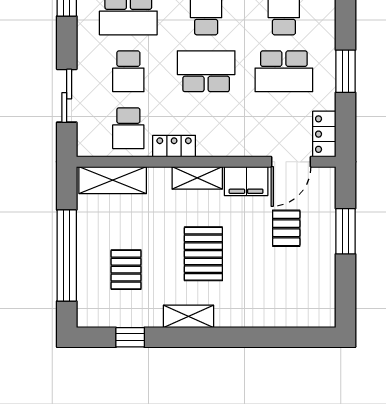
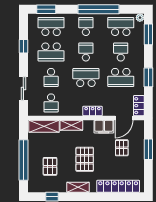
locker: (174, 146) -> (93, 111), moved
shelving: (197, 178) -> (71, 125), moved
locker: (278, 314) -> (118, 186), added

